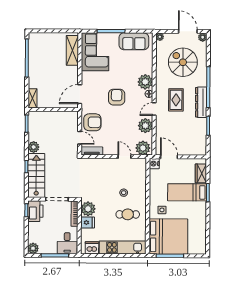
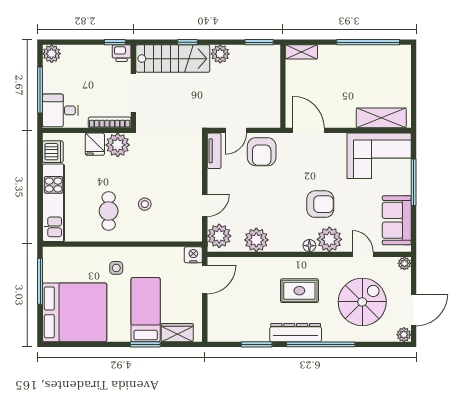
armchair: (117, 97) -> (320, 204), moved
door: (154, 109) -> (363, 254), moved
printer: (35, 211) -> (122, 53), width x0.53, depth x0.68
bed: (168, 236) -> (75, 312), moved, turned -90

